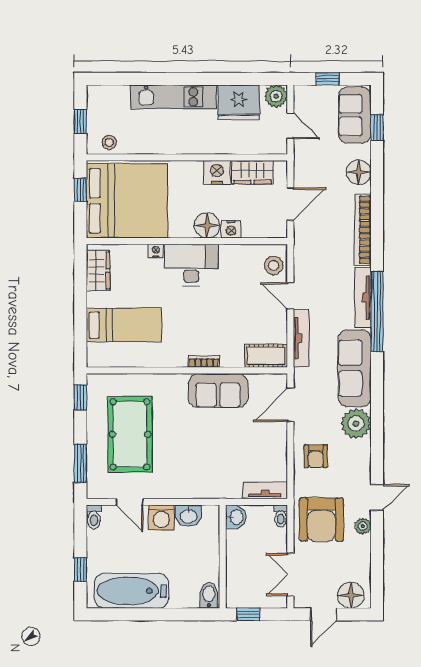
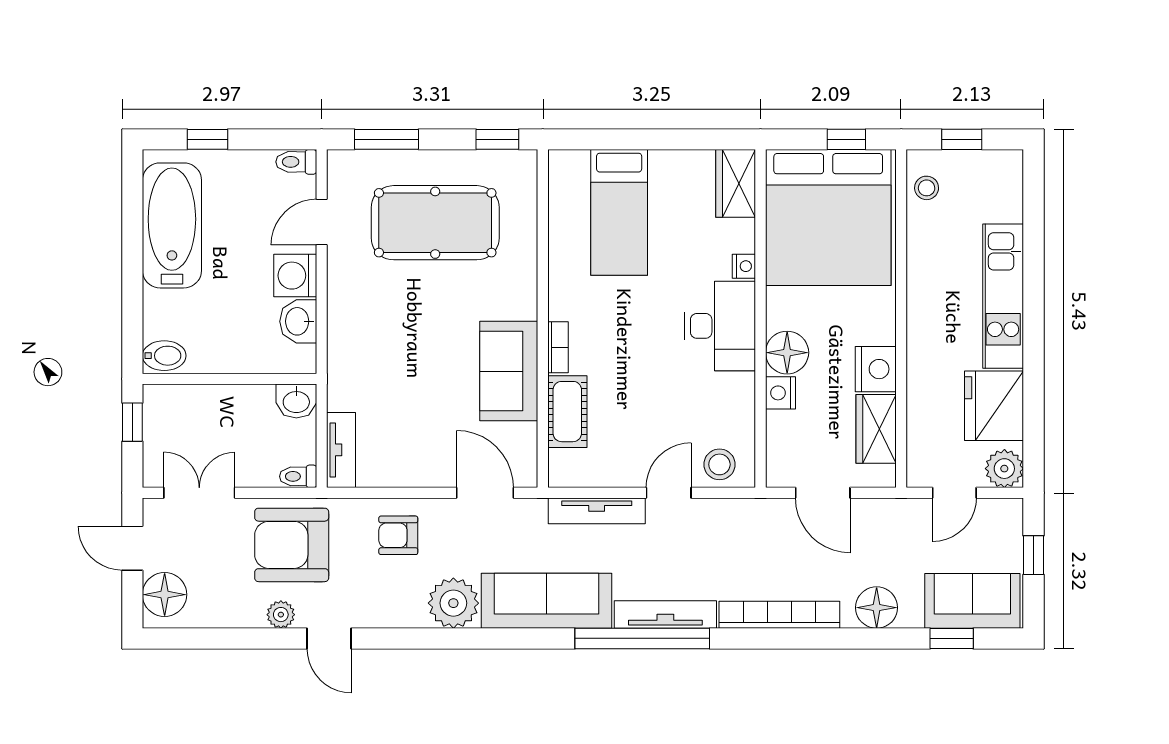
wardrobe: (98, 270) -> (736, 183), moved, turned 90
cot: (266, 356) -> (567, 412), moved

